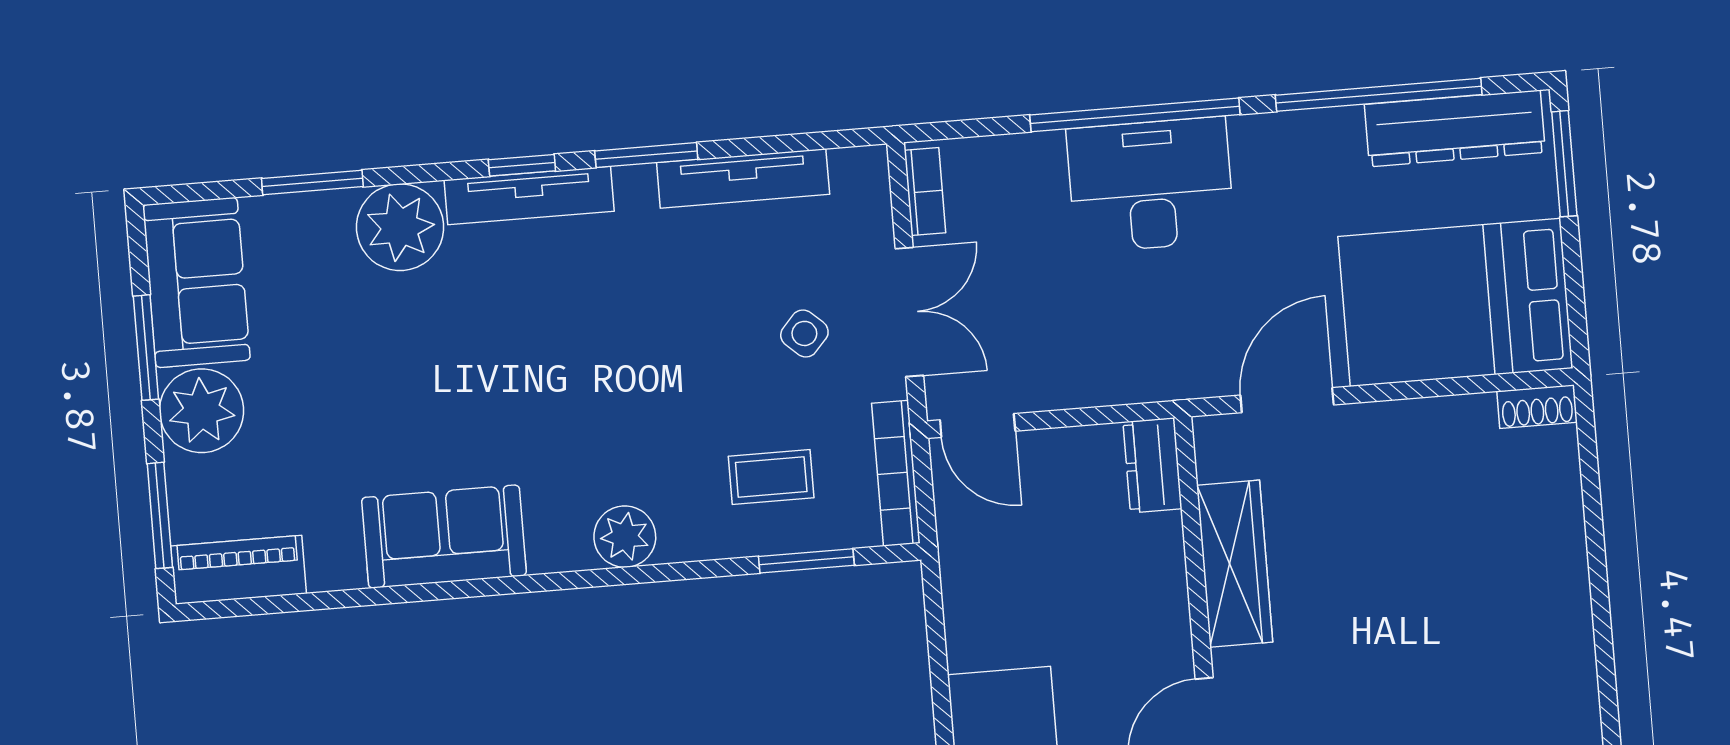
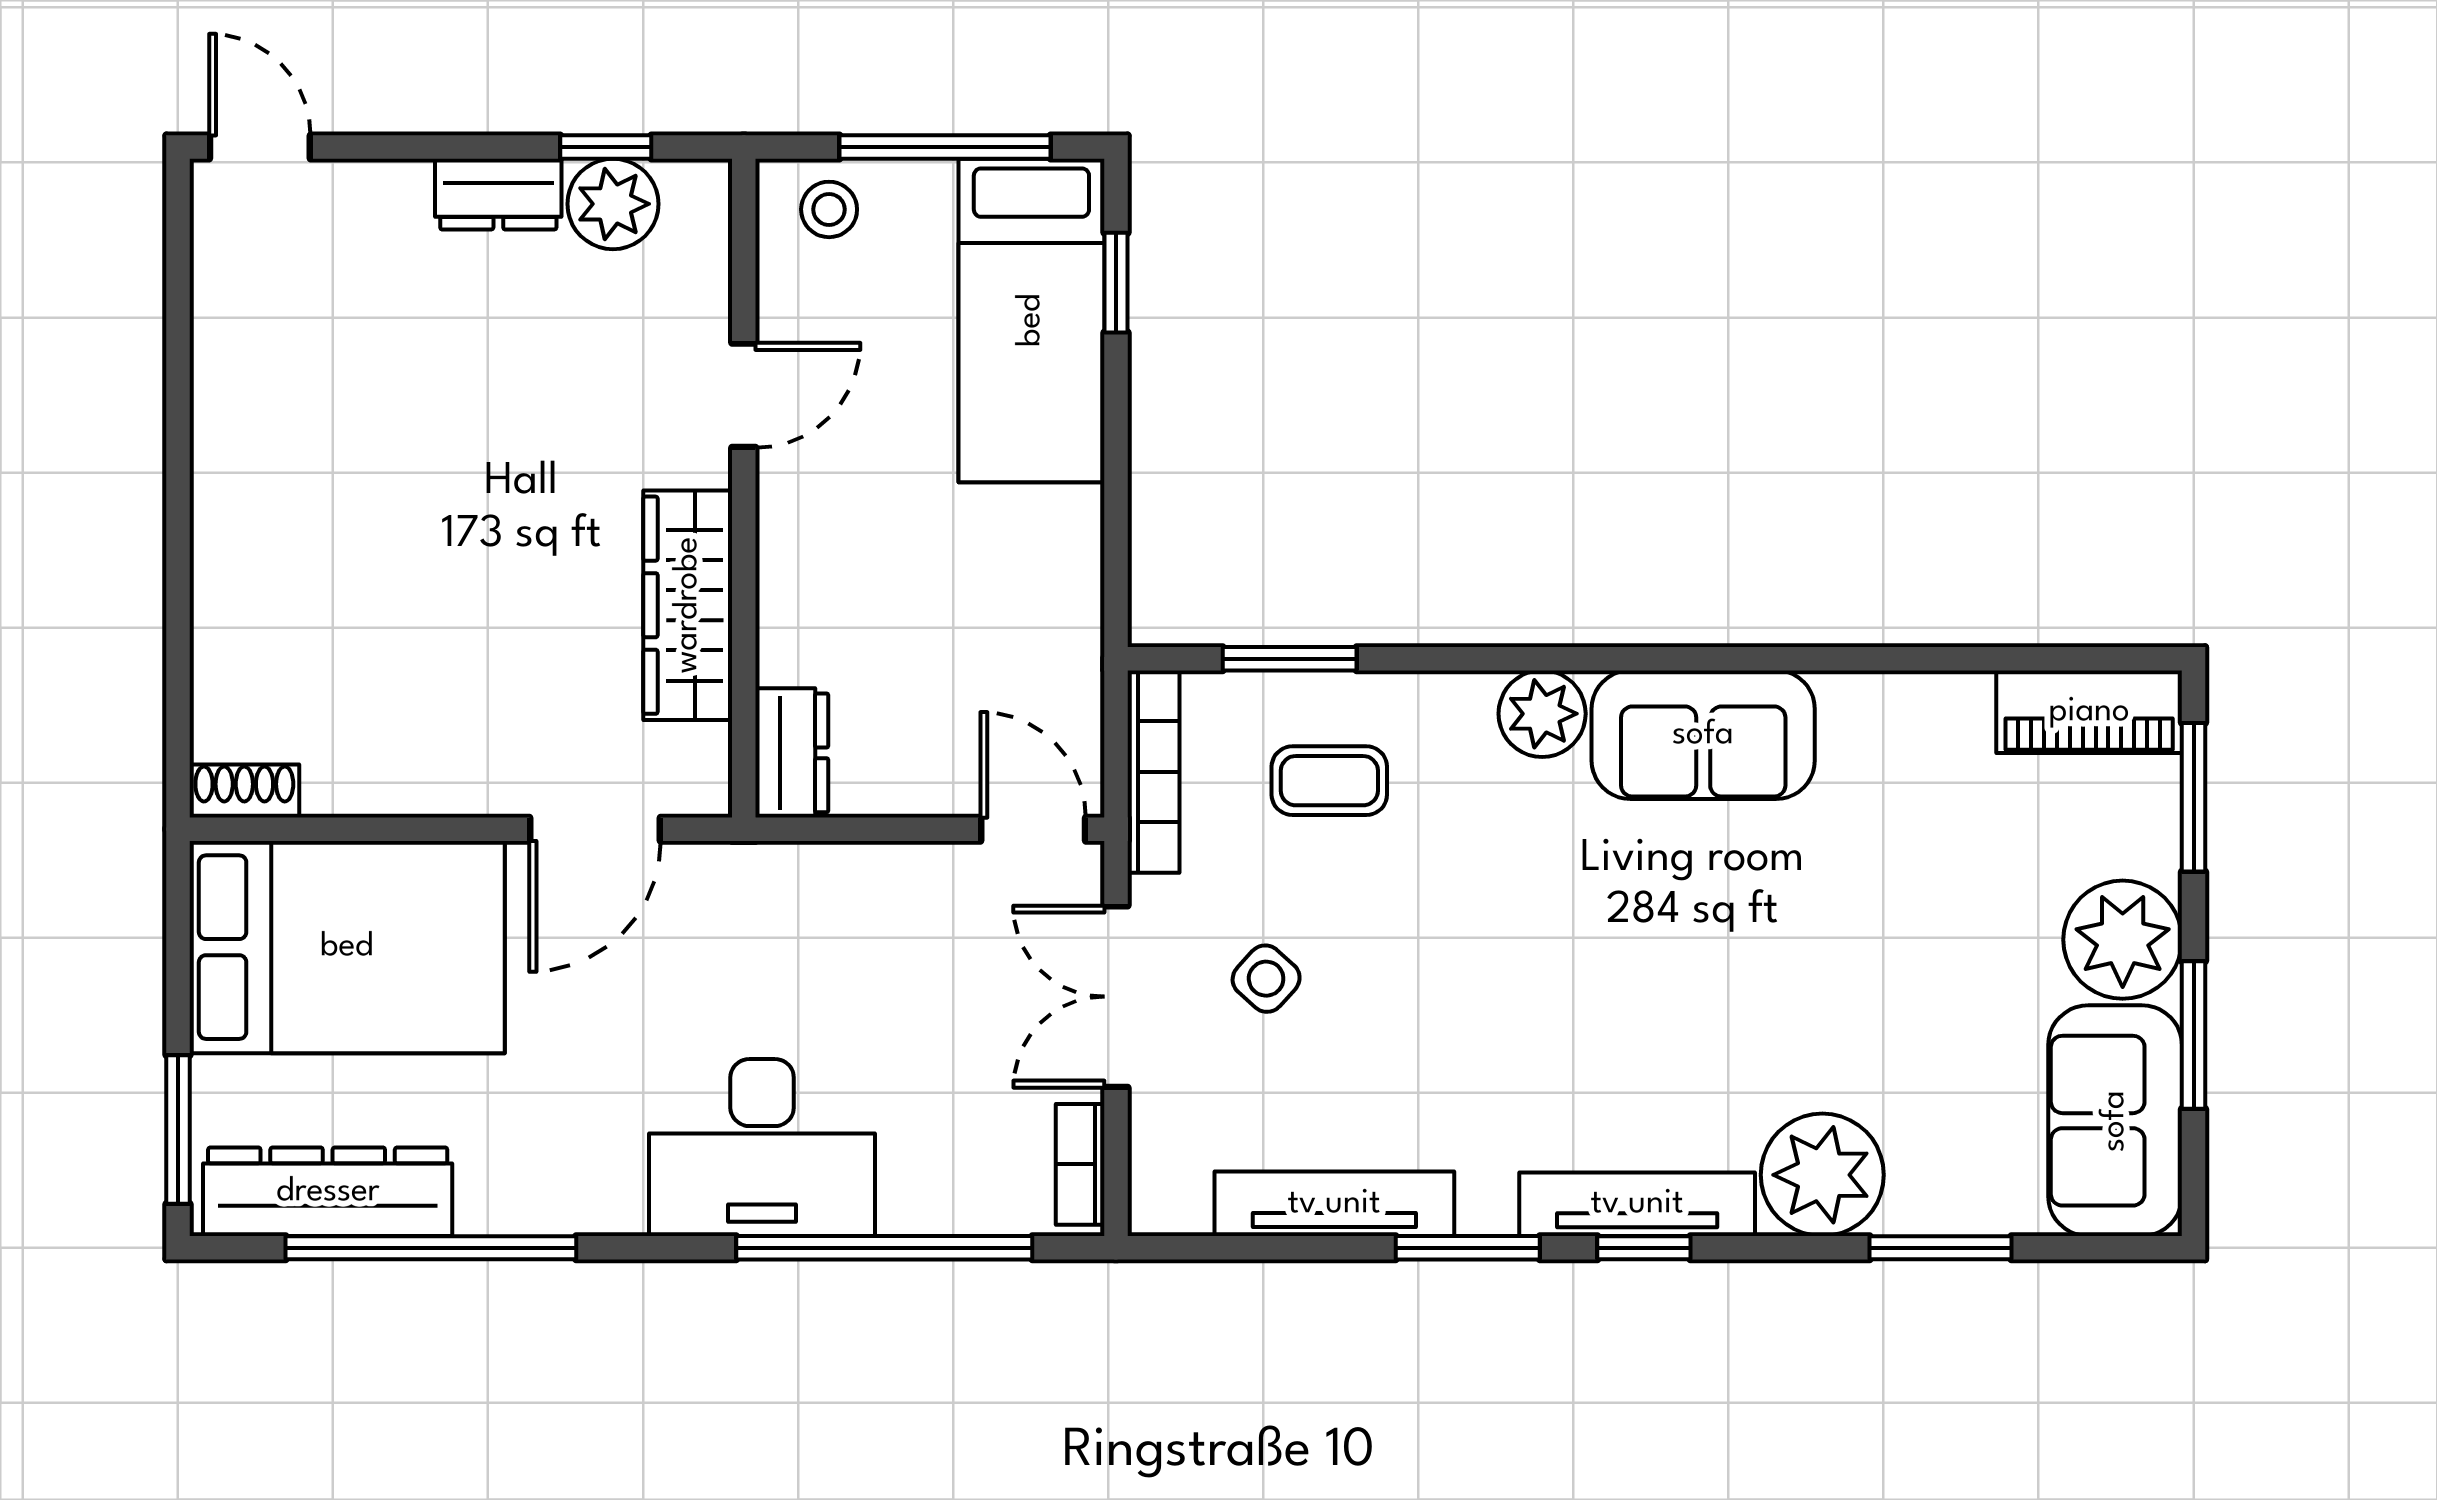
window: (1135, 115) -> (884, 1248), moved
sofa: (444, 537) -> (1703, 735), moved

